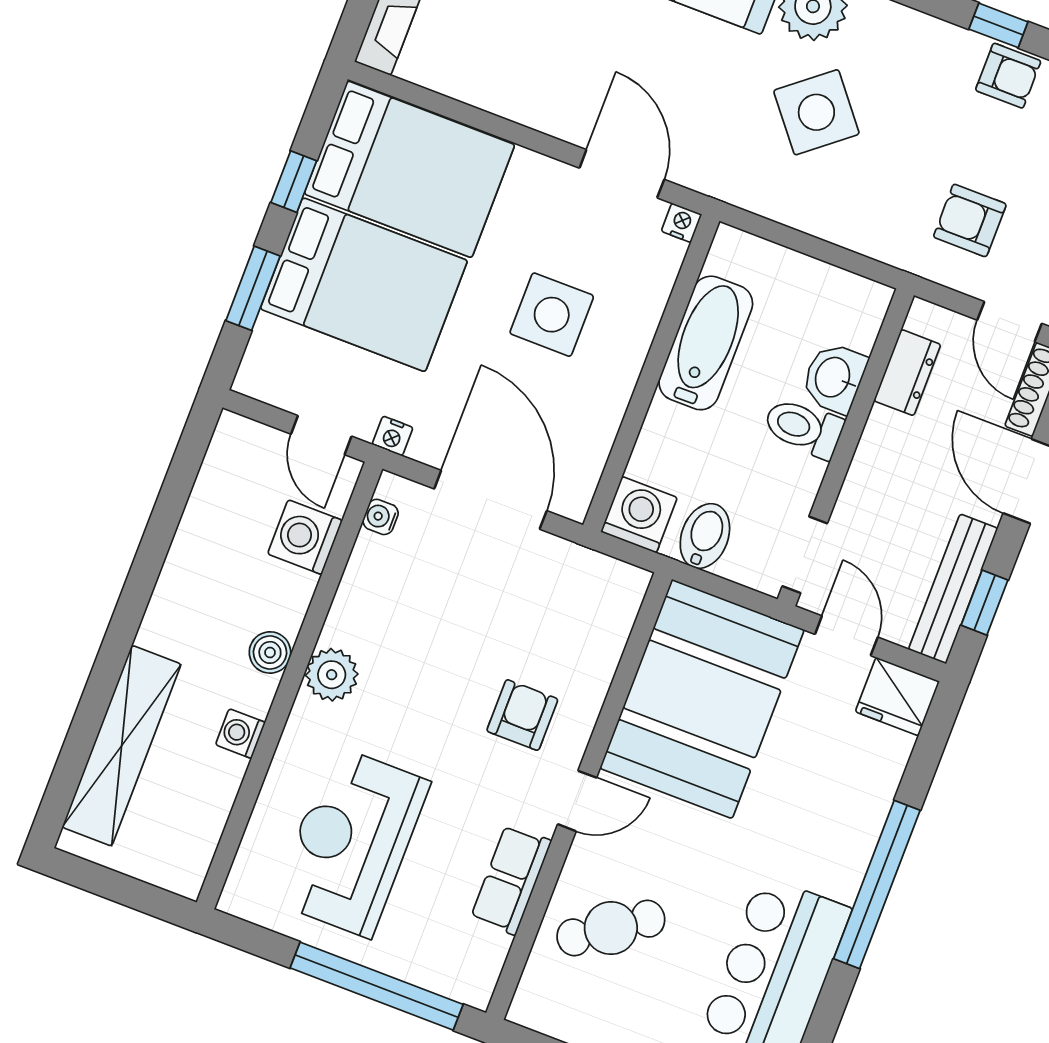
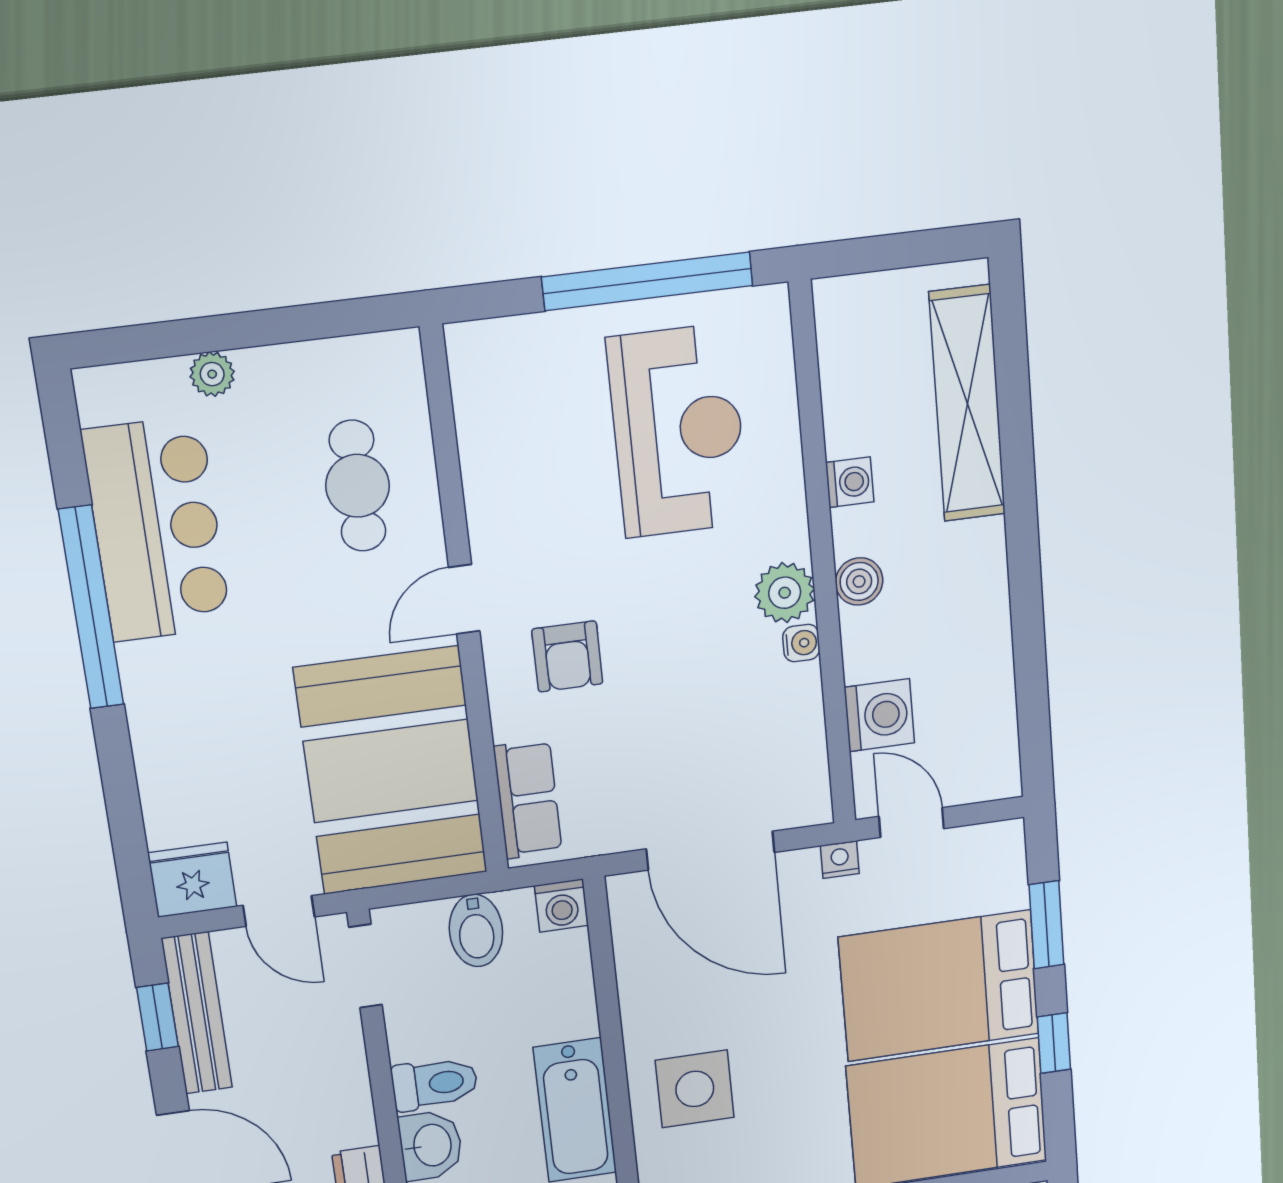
side table: (552, 315) -> (695, 1089), moved
washing machine: (639, 515) -> (562, 905), width x0.73, depth x0.73
water cooler: (381, 517) -> (801, 643), moved
row of seats: (511, 880) -> (528, 799), moved
window: (877, 884) -> (91, 608), moved
cafe table: (611, 928) -> (358, 486), turned -55
window: (377, 986) -> (647, 281), moved

